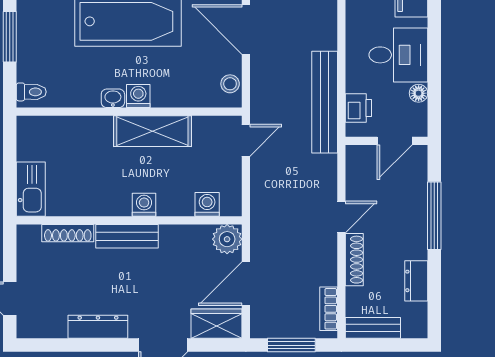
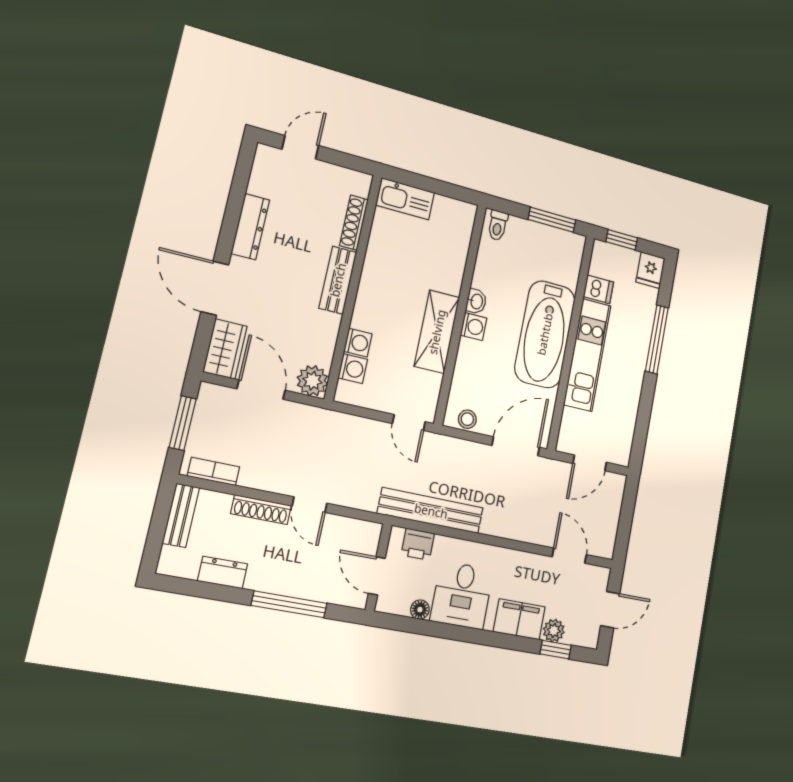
washing machine: (144, 205) -> (358, 343), moved

